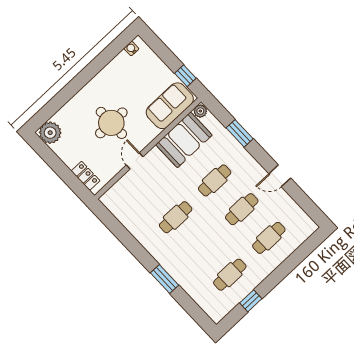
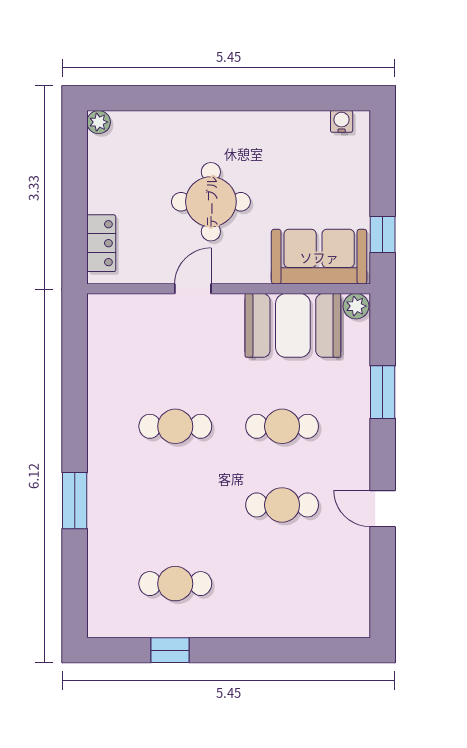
plant: (50, 133) -> (99, 122), width x0.53, depth x0.53
cafe table: (269, 238) -> (282, 584), removed

